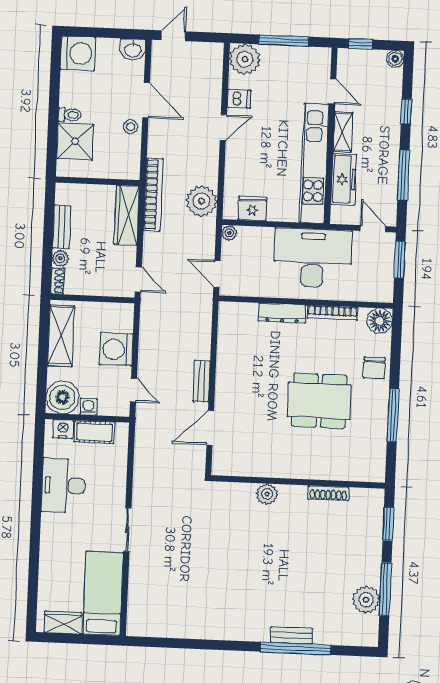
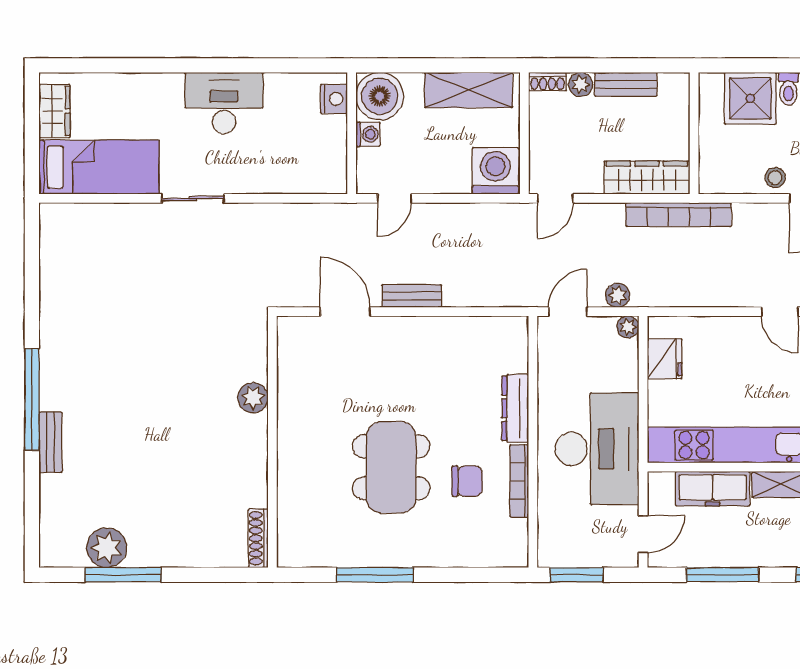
plant: (202, 201) -> (618, 295), moved, width x0.53, depth x0.53
window: (400, 260) -> (576, 575), moved
floor lamp: (380, 321) -> (510, 550), removed
washing machine: (116, 349) -> (495, 171), moved
chair: (374, 368) -> (467, 481), moved, turned 180
cot: (94, 432) -> (332, 145), removed
desk: (63, 486) -> (224, 103), moved
shoe rack: (328, 493) -> (258, 538), moved
window: (388, 524) -> (217, 575), removed
window: (296, 648) -> (32, 399), moved

